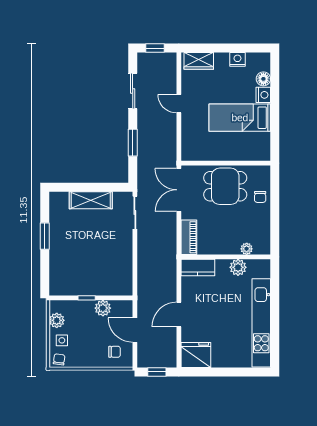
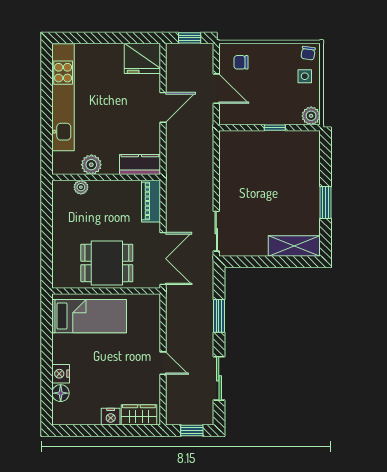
nightstand: (237, 59) -> (111, 417), moved
bed: (240, 118) -> (89, 316), moved
chair: (260, 197) -> (64, 250), removed
shelving: (91, 200) -> (294, 246), moved
plant: (103, 308) -> (255, 115), removed
plant: (57, 320) -> (311, 116), moved

